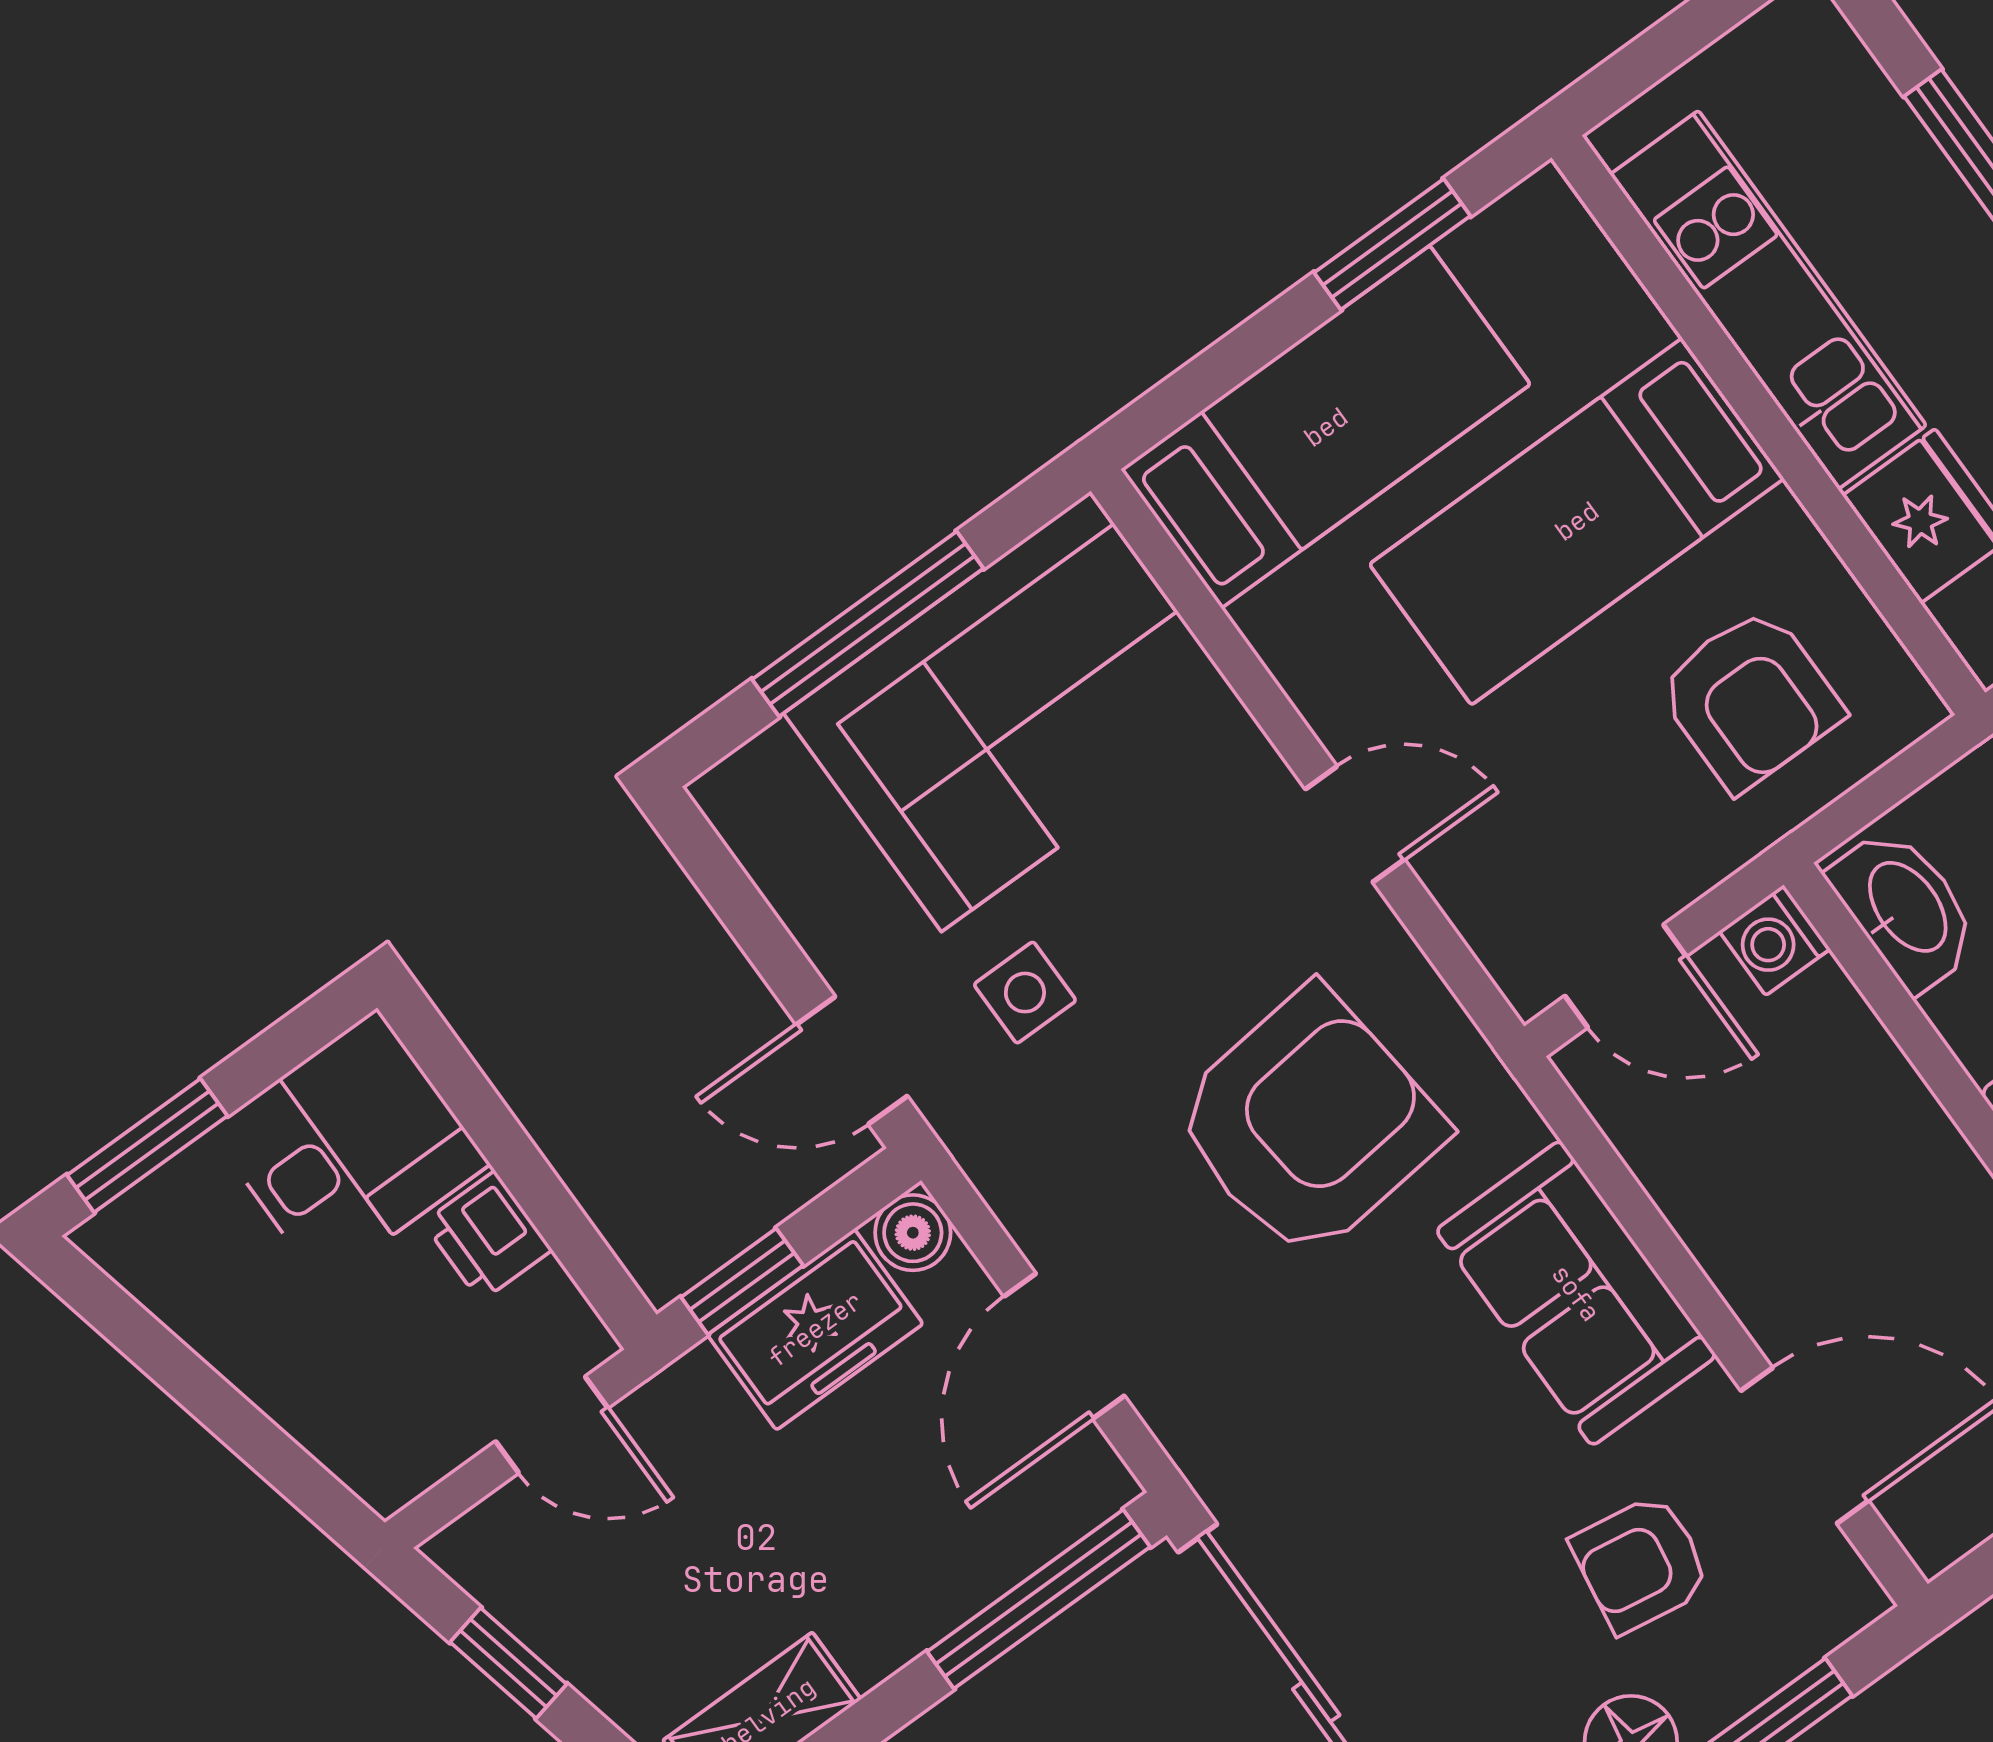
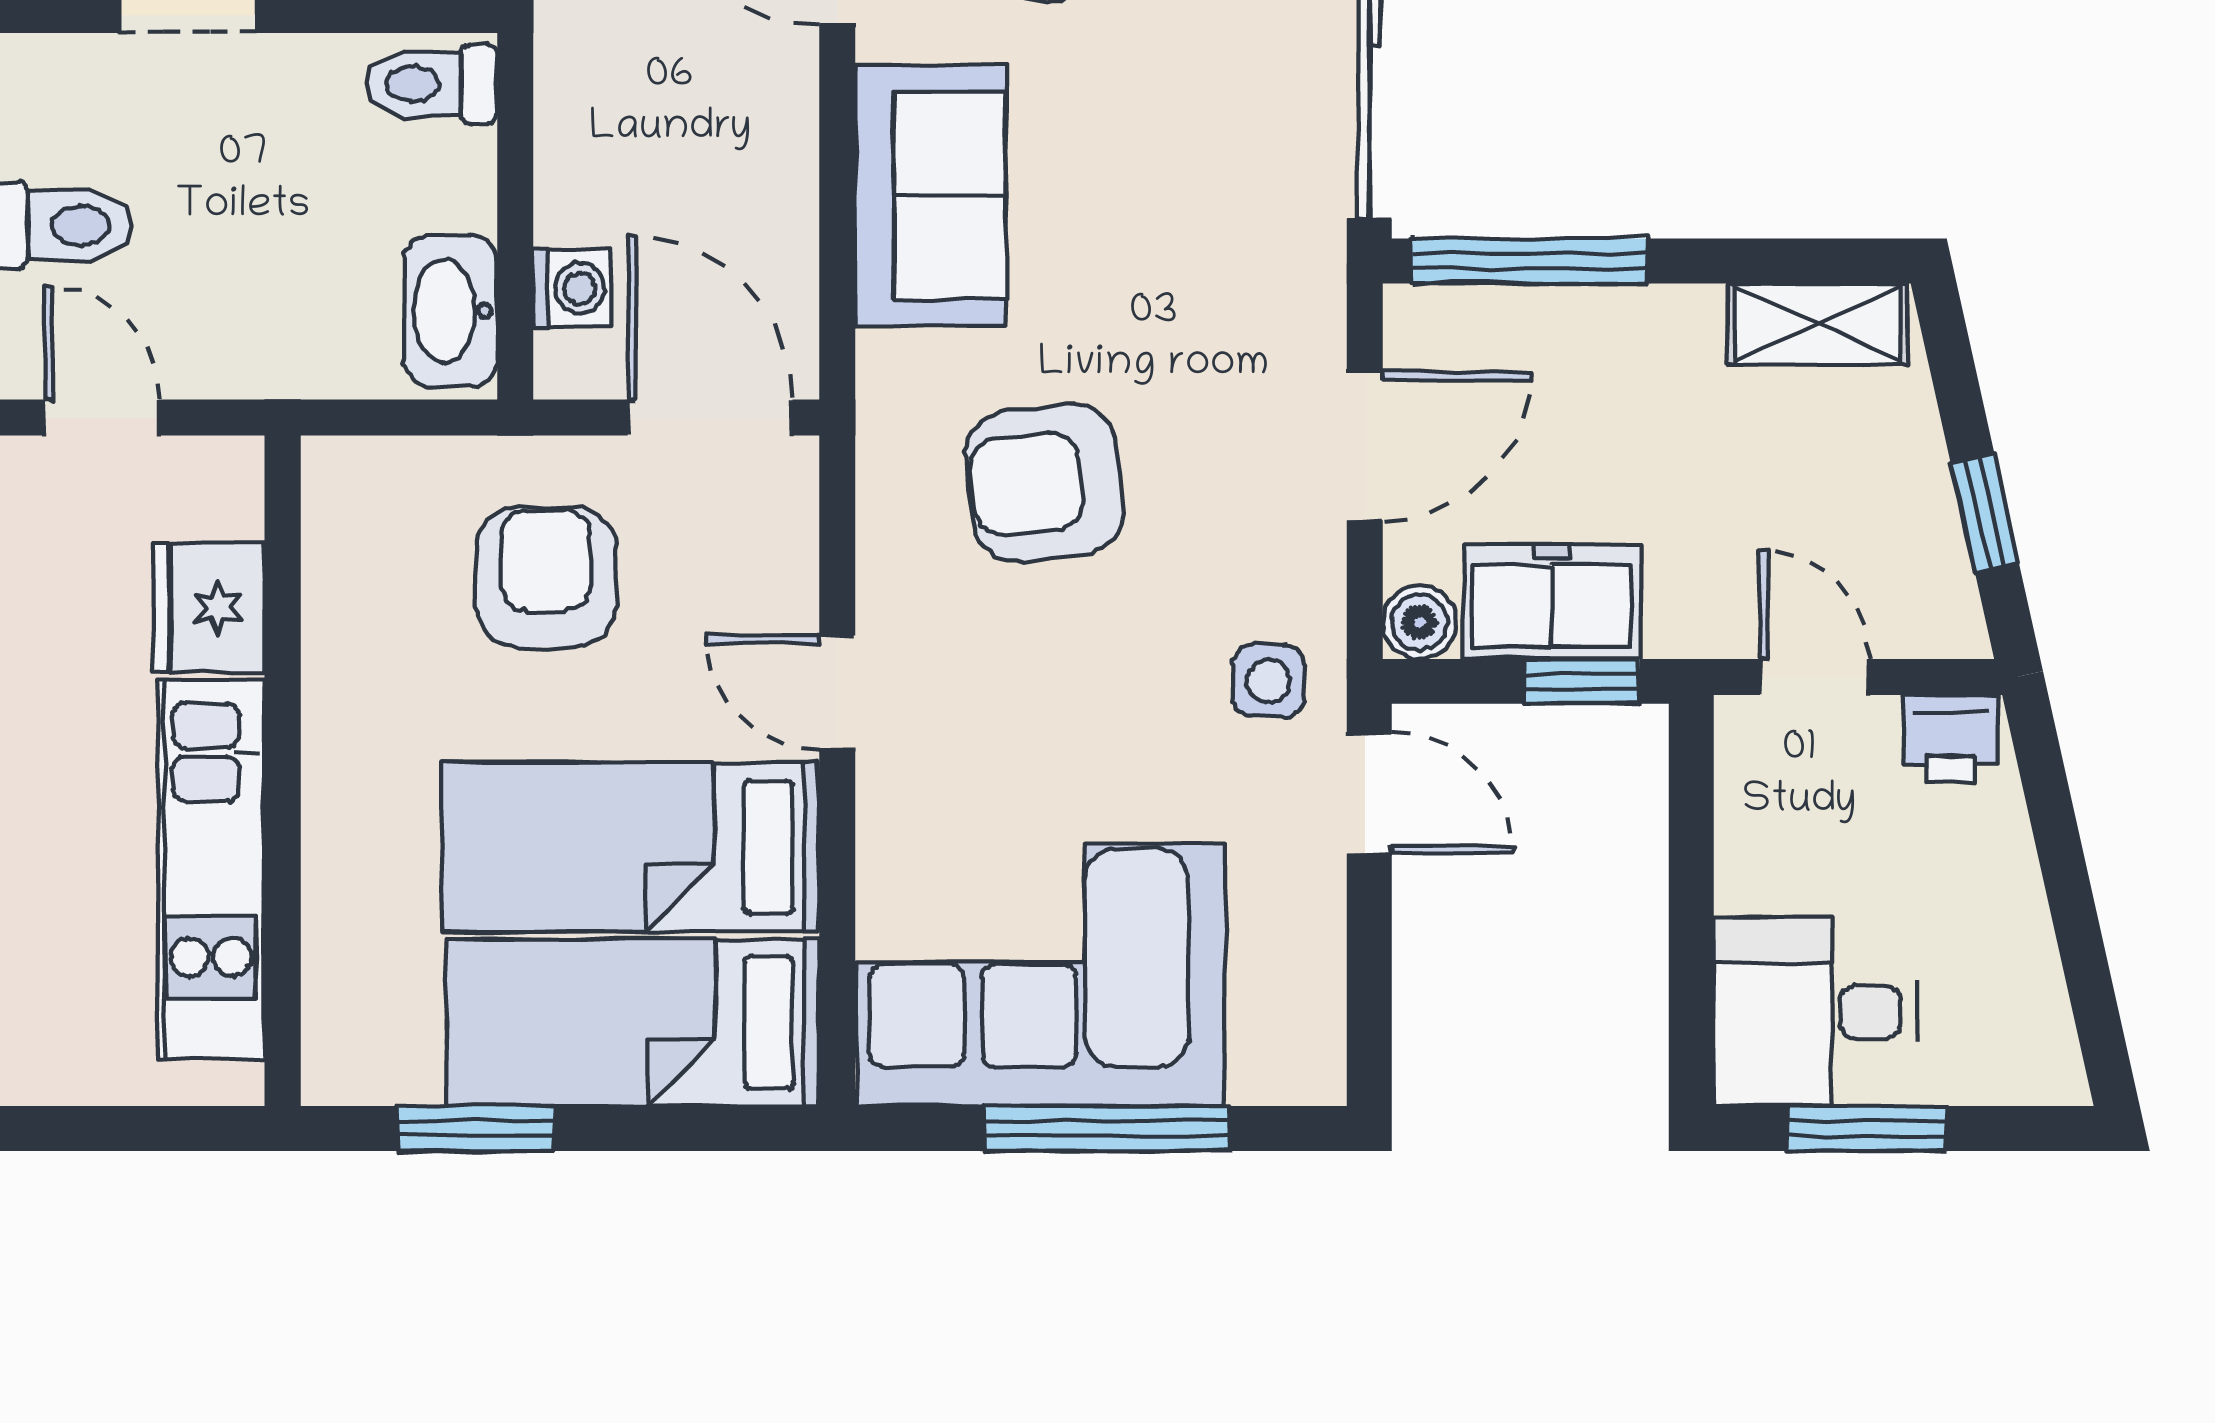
bed: (1577, 521) -> (631, 847), moved, turned 180
armchair: (1750, 699) -> (546, 577), moved
washing machine: (1775, 940) -> (572, 288), moved
door: (1626, 976) -> (710, 418), width x1.38
side table: (1025, 993) -> (1269, 681), moved
armchair: (1308, 1123) -> (1045, 482), width x0.73, depth x0.73
window: (147, 1145) -> (1866, 1129), moved
printer: (488, 1236) -> (1951, 738), moved, turned 90

